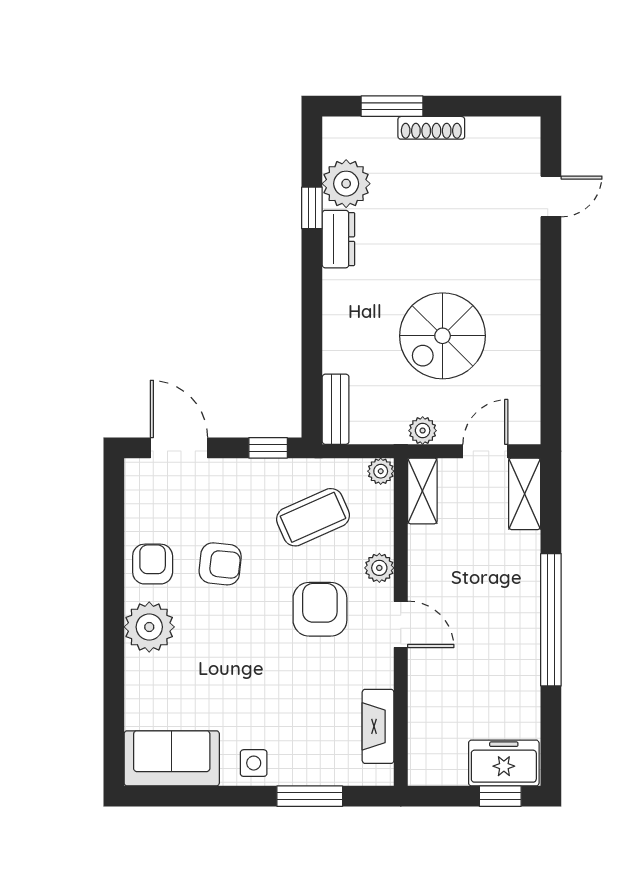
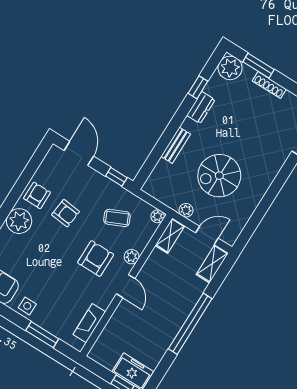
plant: (346, 184) -> (230, 68), moved
bench: (336, 409) -> (176, 145), moved
coffee table: (313, 517) -> (117, 218), width x0.73, depth x0.77

